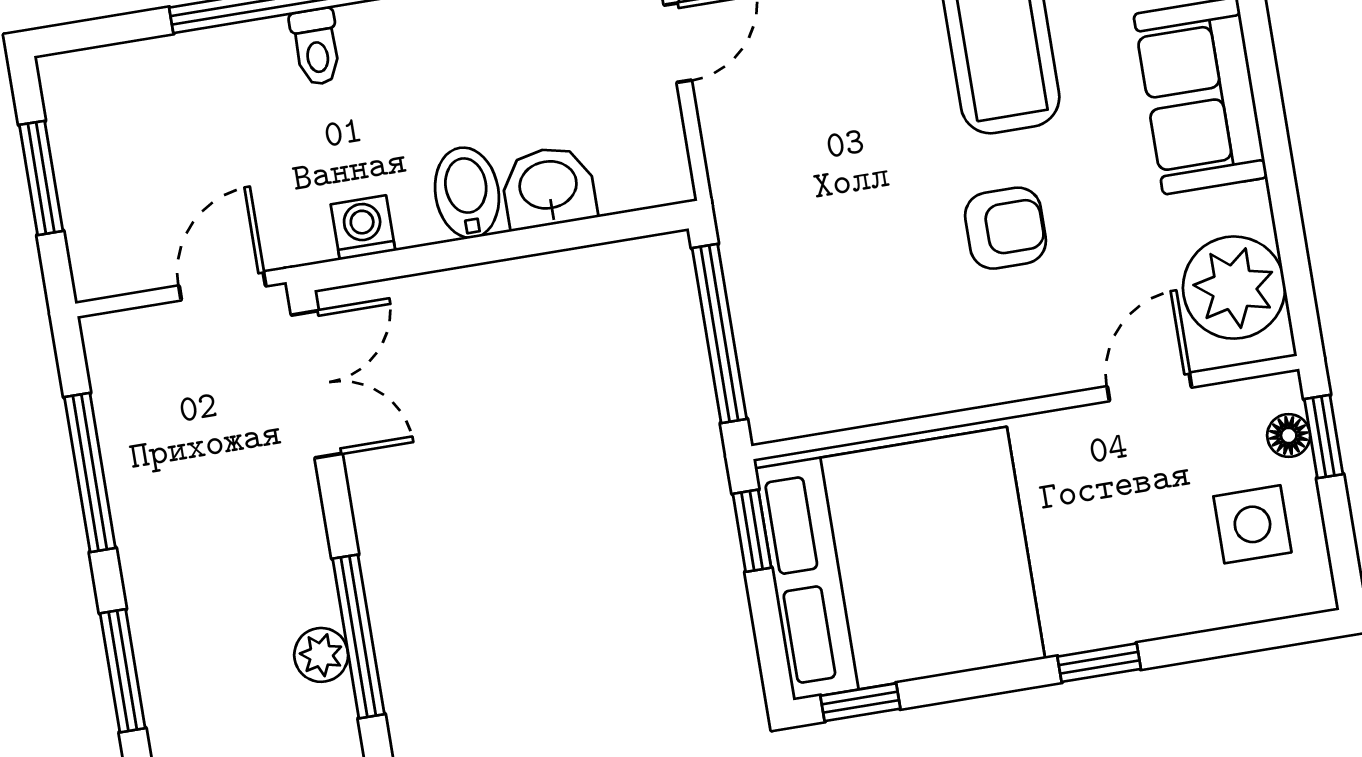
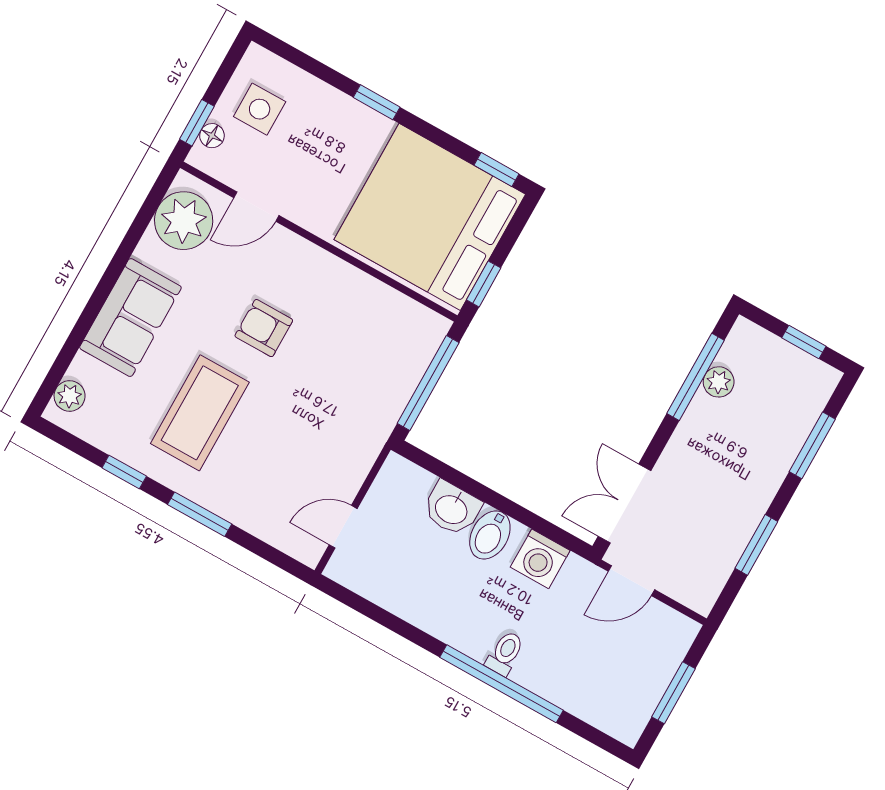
washing machine: (363, 228) -> (540, 559), width x1.38, depth x1.38
window: (90, 473) -> (756, 545), width x0.69

